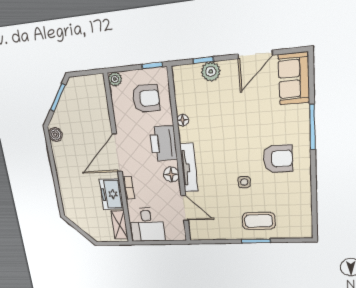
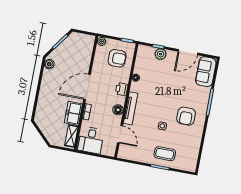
printer: (163, 143) -> (122, 89), width x0.53, depth x0.68
armchair: (278, 159) -> (186, 116), turned 90

